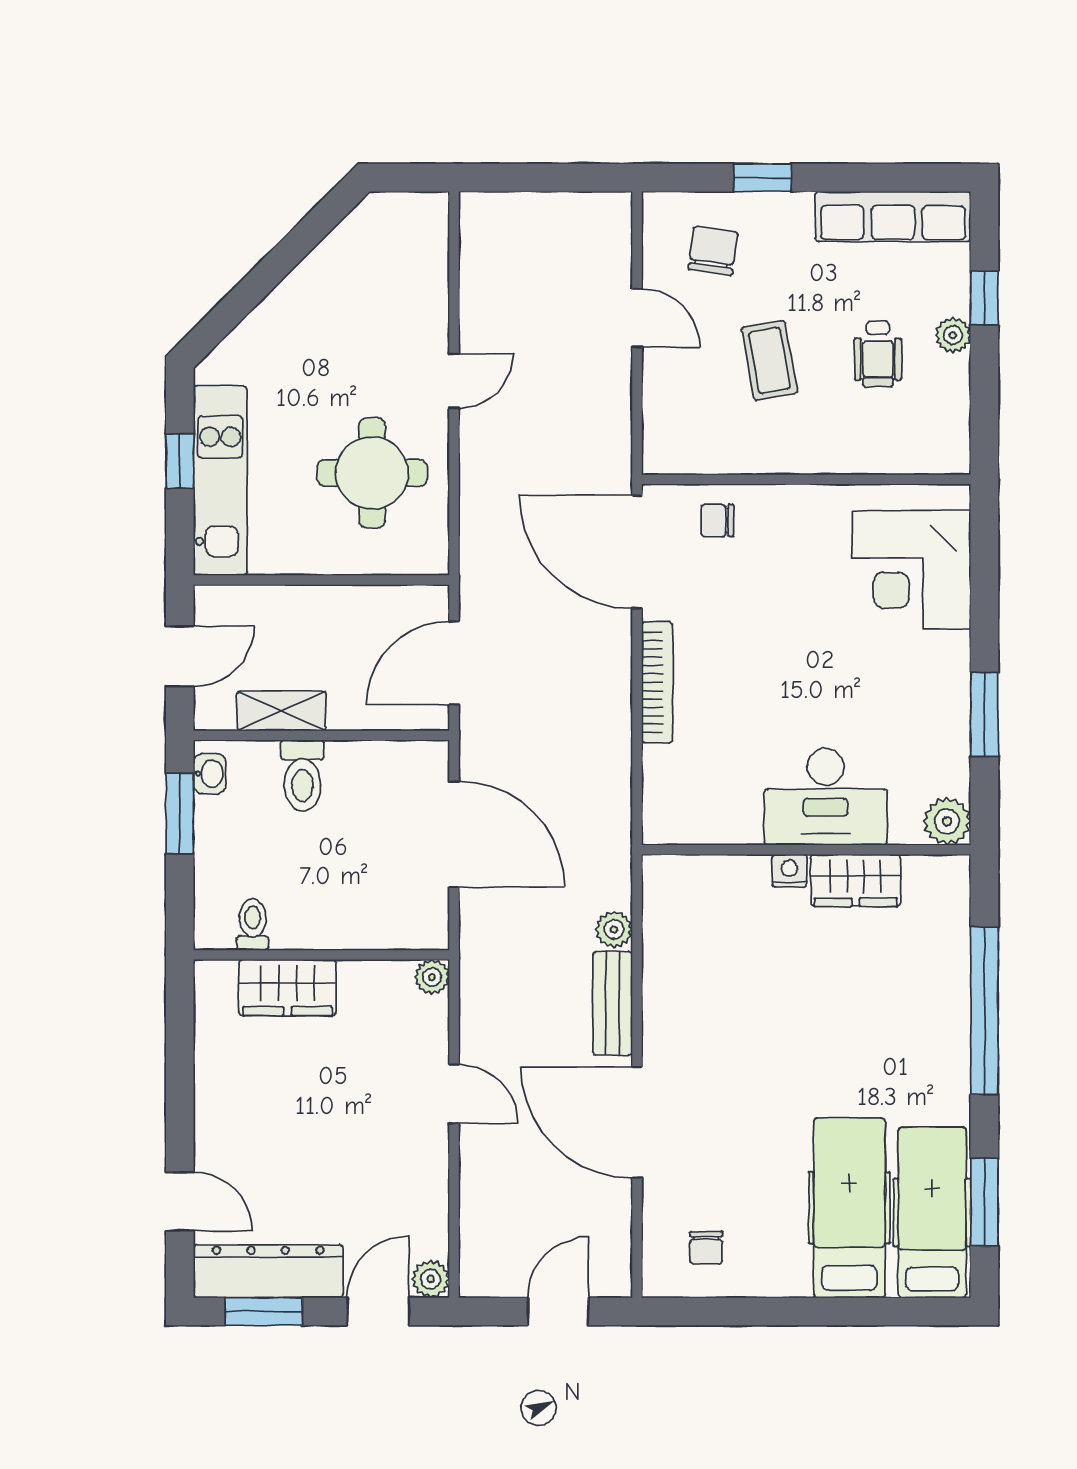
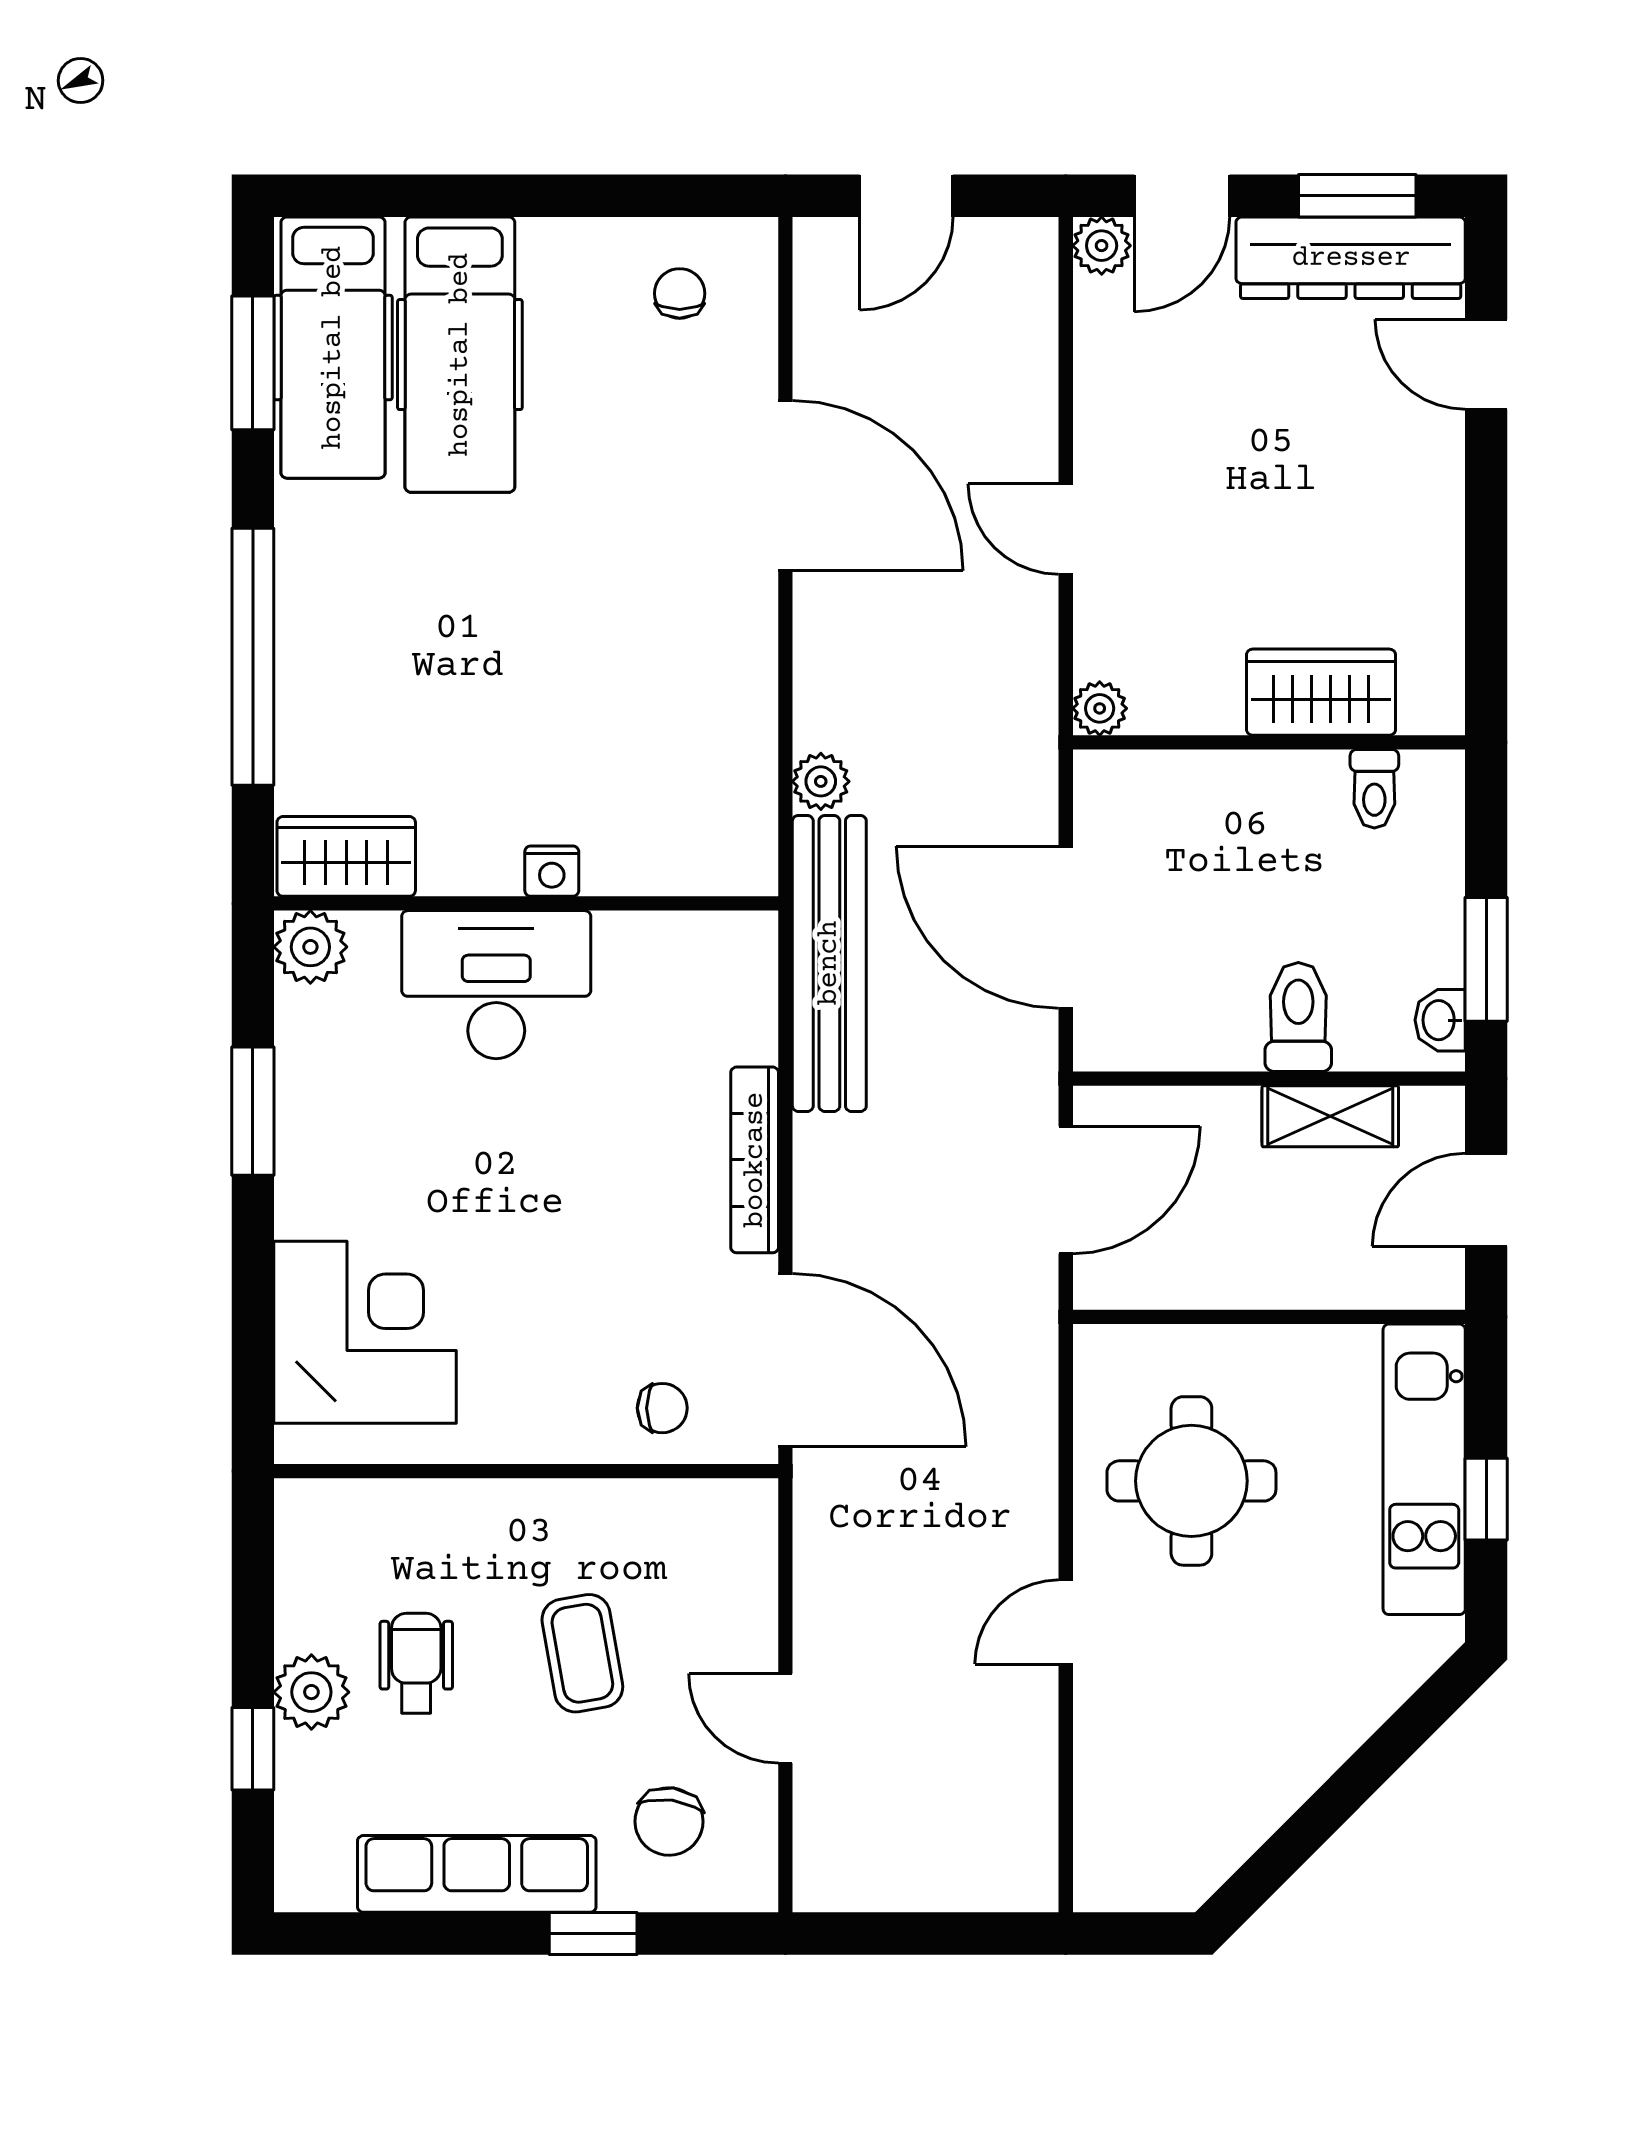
row of seats: (893, 216) -> (477, 1874), moved
plant: (953, 335) -> (311, 1692), width x1.38, depth x1.38
wardrobe: (856, 880) -> (346, 856), moved
bench: (613, 1003) -> (829, 963), moved, width x1.86, depth x1.21

